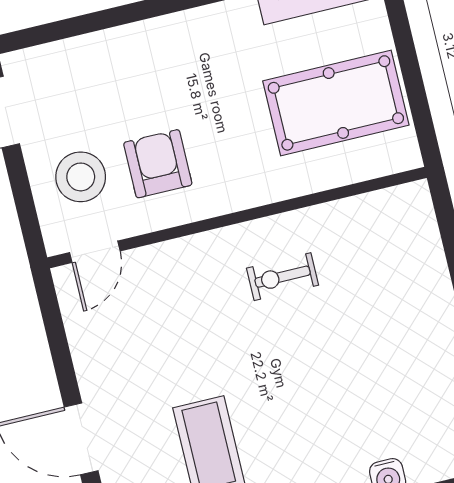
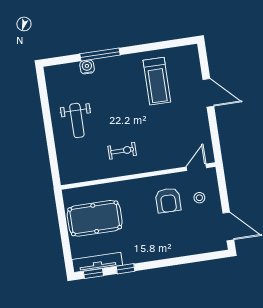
stool: (81, 177) -> (199, 198), width x0.53, depth x0.53
weight bench: (401, 342) -> (77, 120), added

